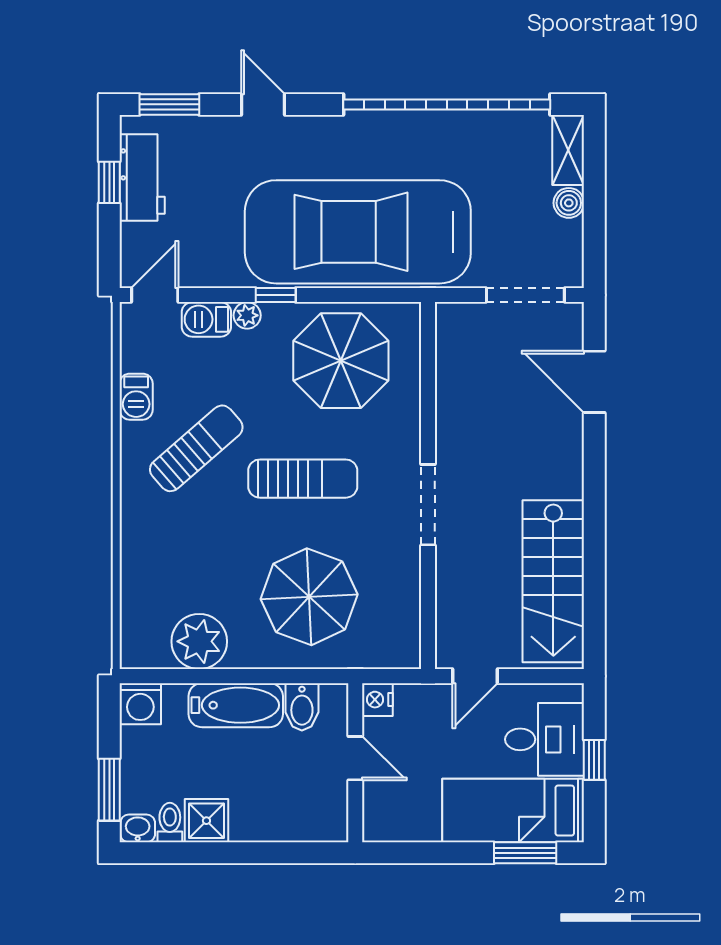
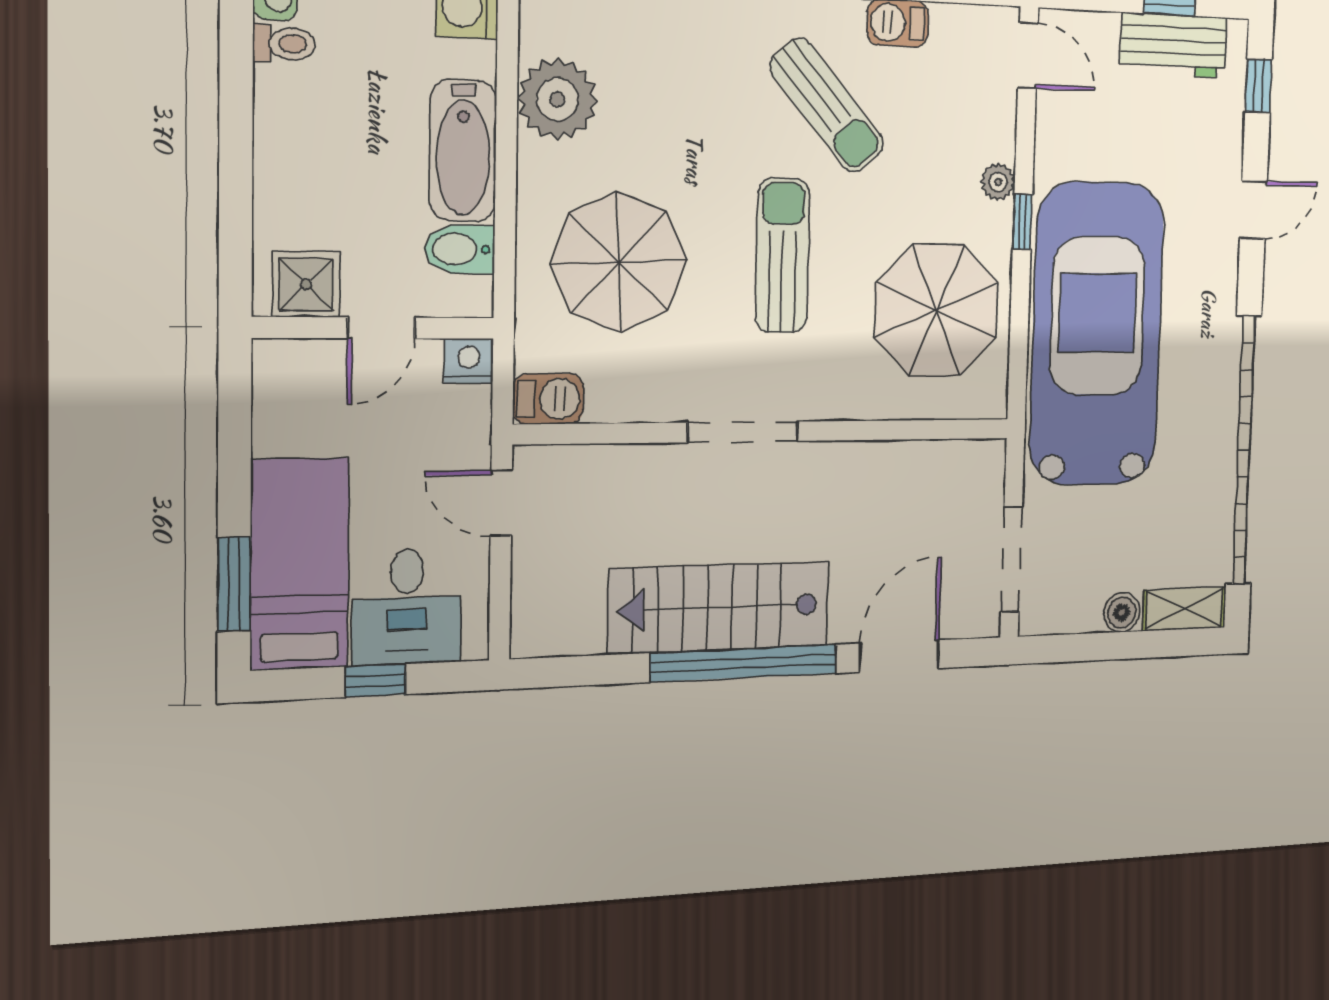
window: (169, 104) -> (1258, 86), width x0.67
barbecue: (206, 319) -> (548, 399), moved, turned 90
sun lounger: (303, 479) -> (783, 255), turned 180
window: (594, 500) -> (744, 663), added
stairs: (553, 581) -> (720, 607), moved
shower: (206, 821) -> (306, 284), moved

